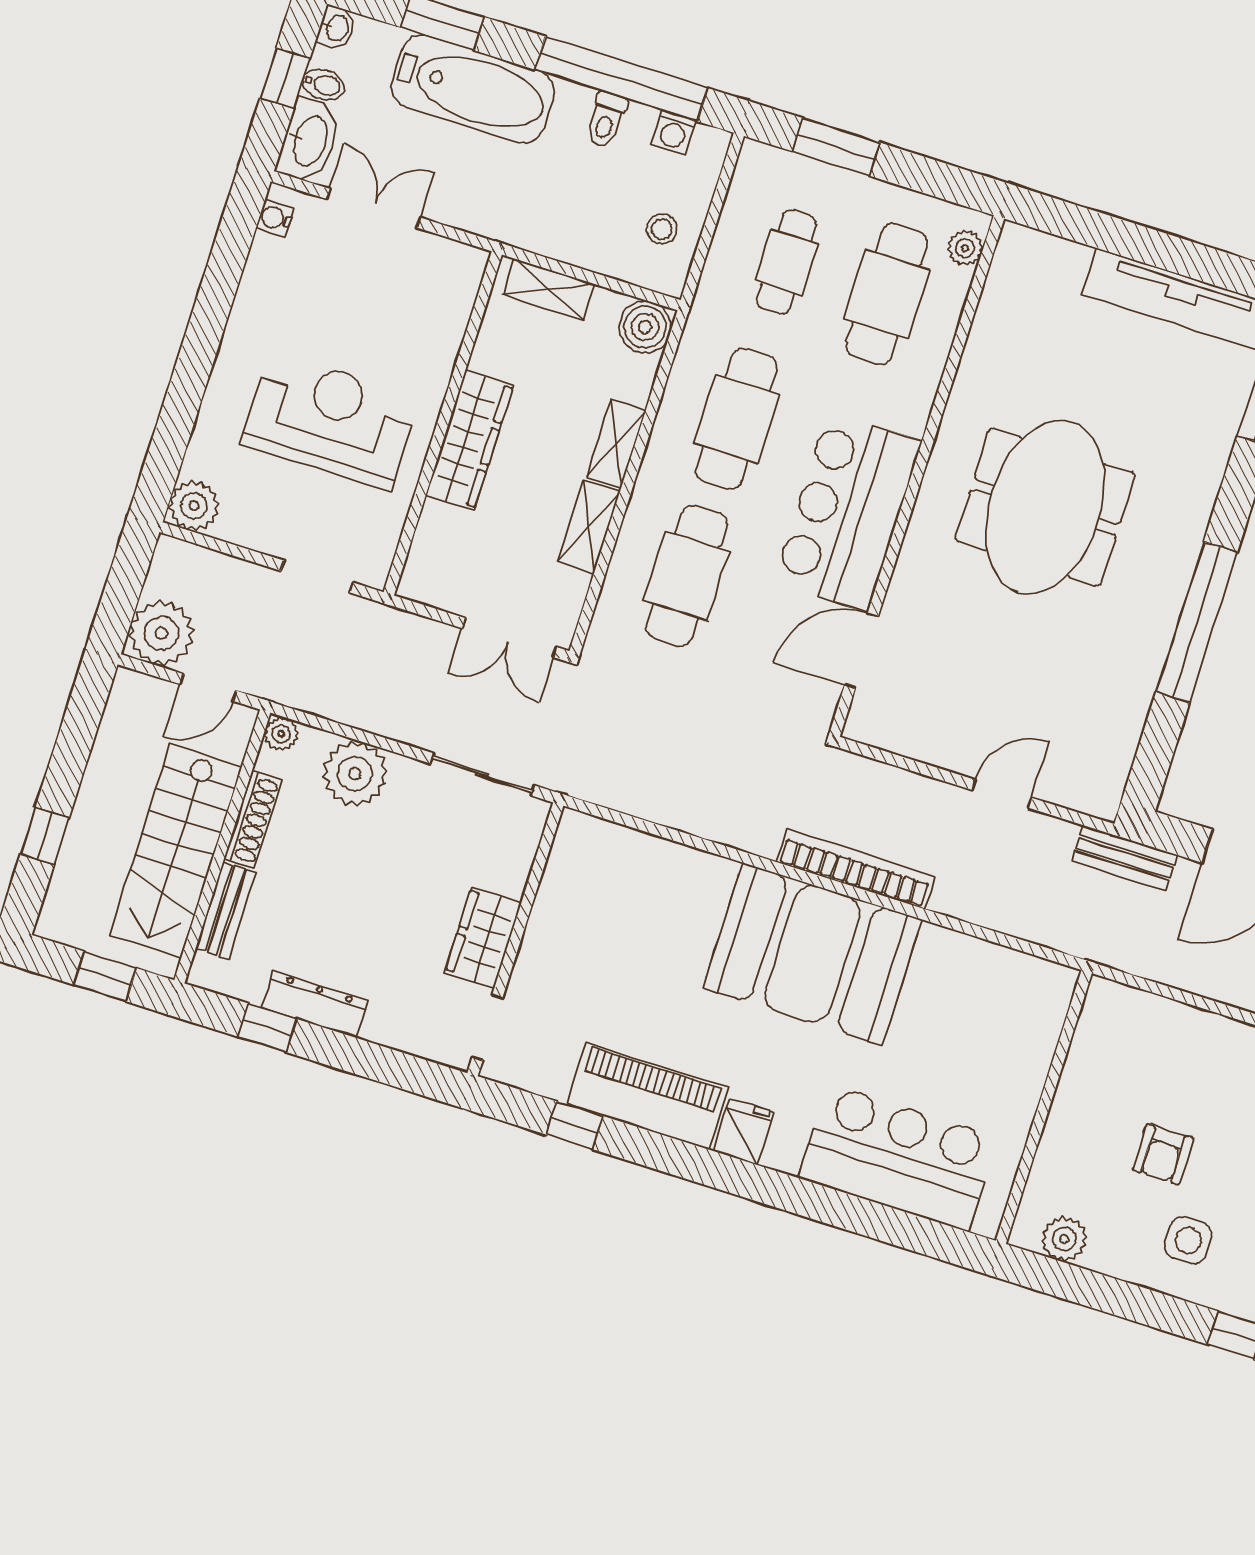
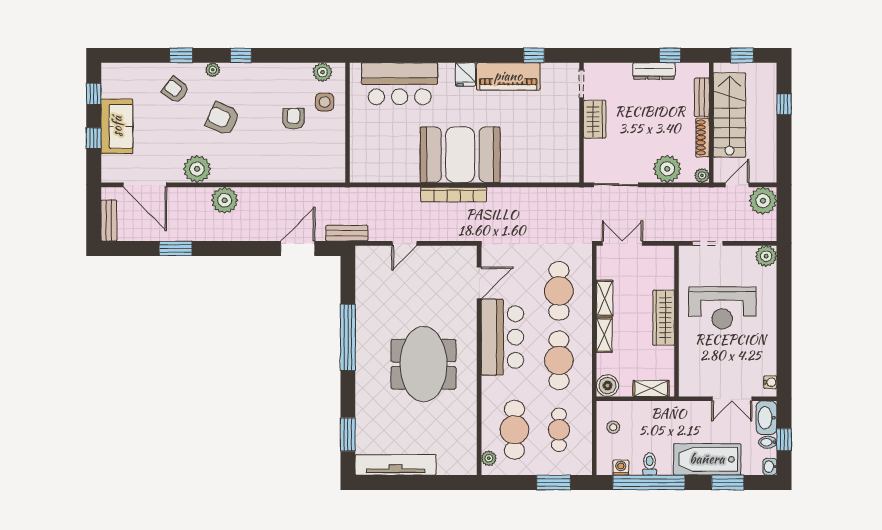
side table: (1188, 1240) -> (325, 102), moved

